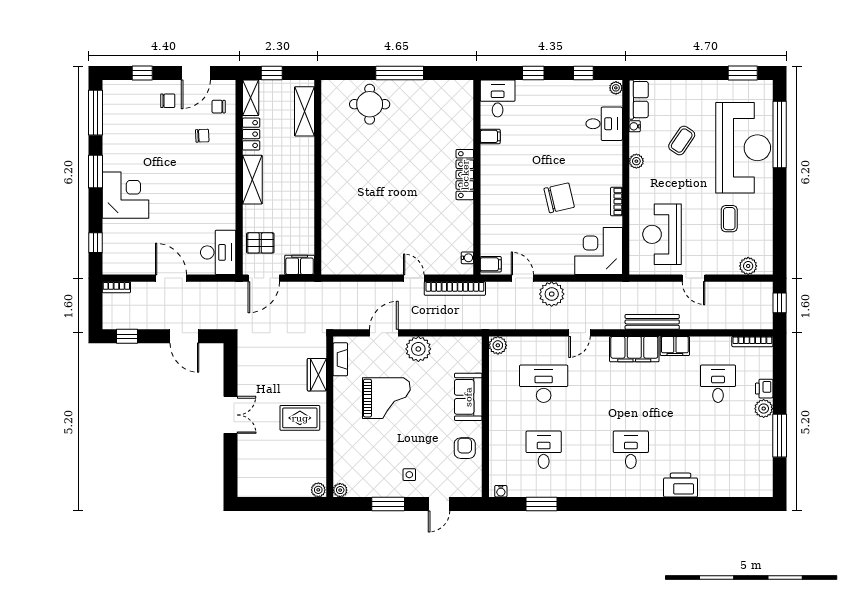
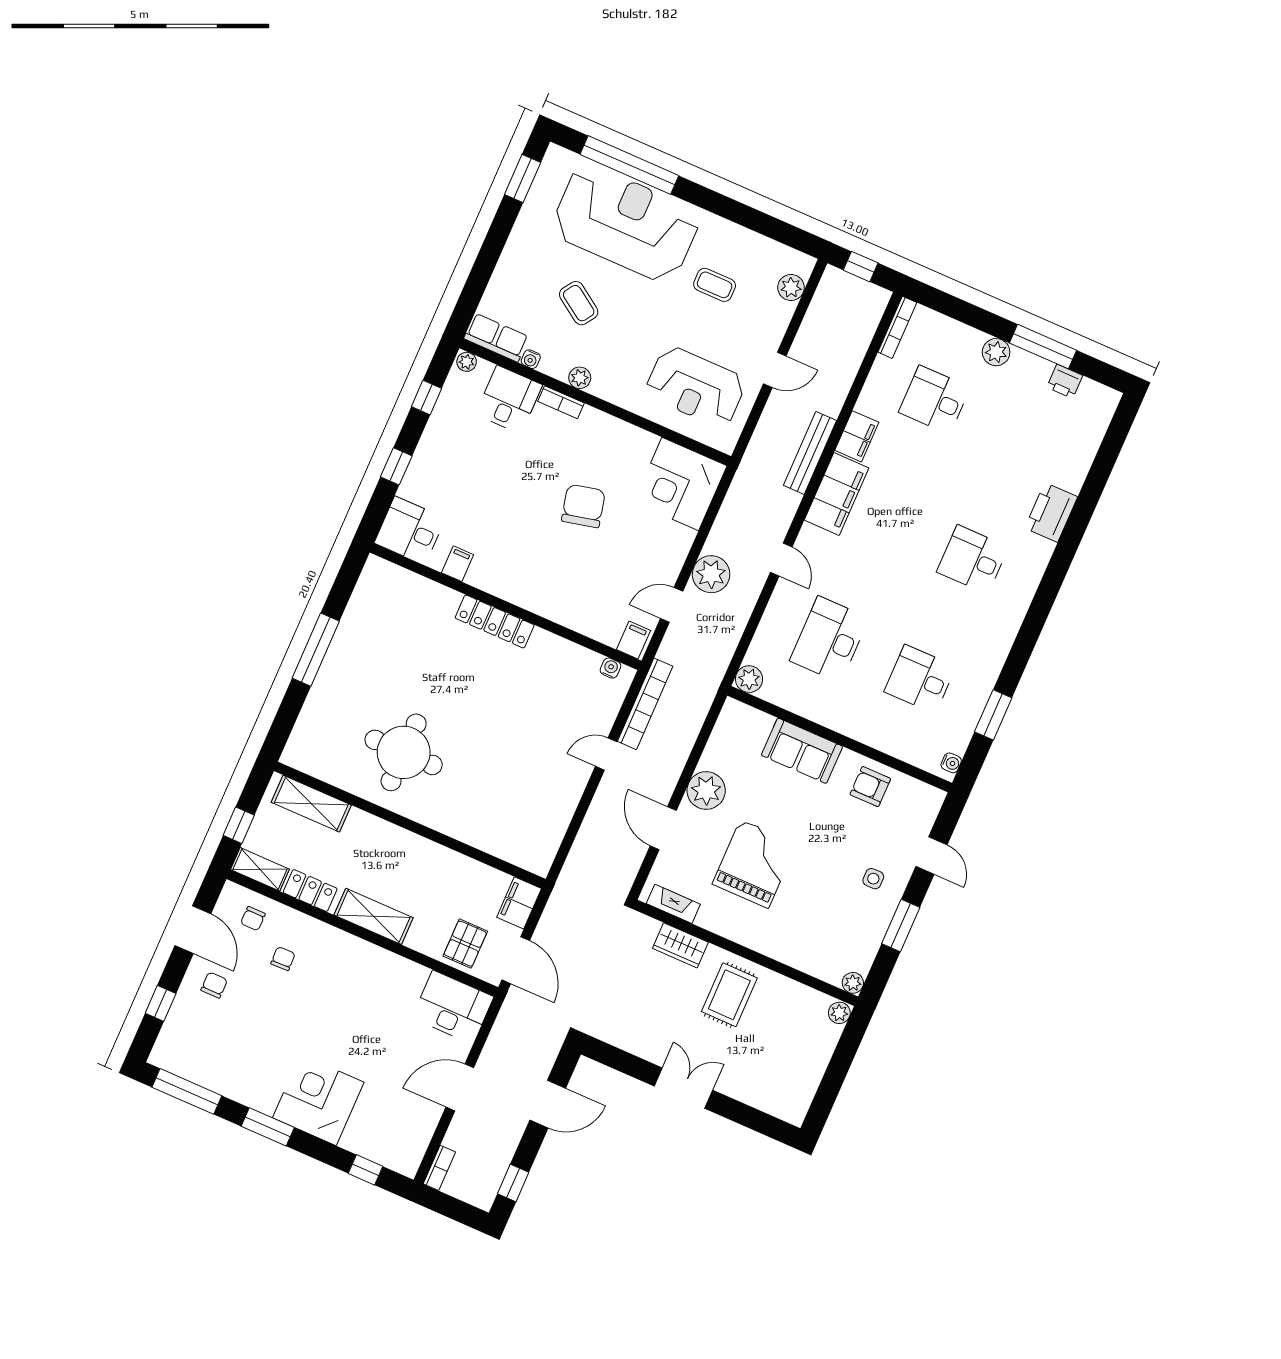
round table: (370, 104) -> (404, 752), moved, width x1.36, depth x1.36
bookcase: (616, 202) -> (561, 402), moved
printer: (764, 389) -> (1065, 381), moved

